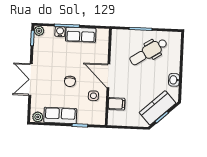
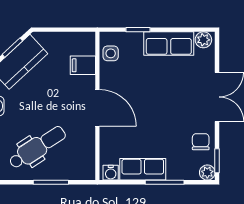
water cooler: (60, 32) -> (111, 173), moved
chair: (70, 81) -> (201, 142), moved
side table: (93, 96) -> (111, 53), moved

